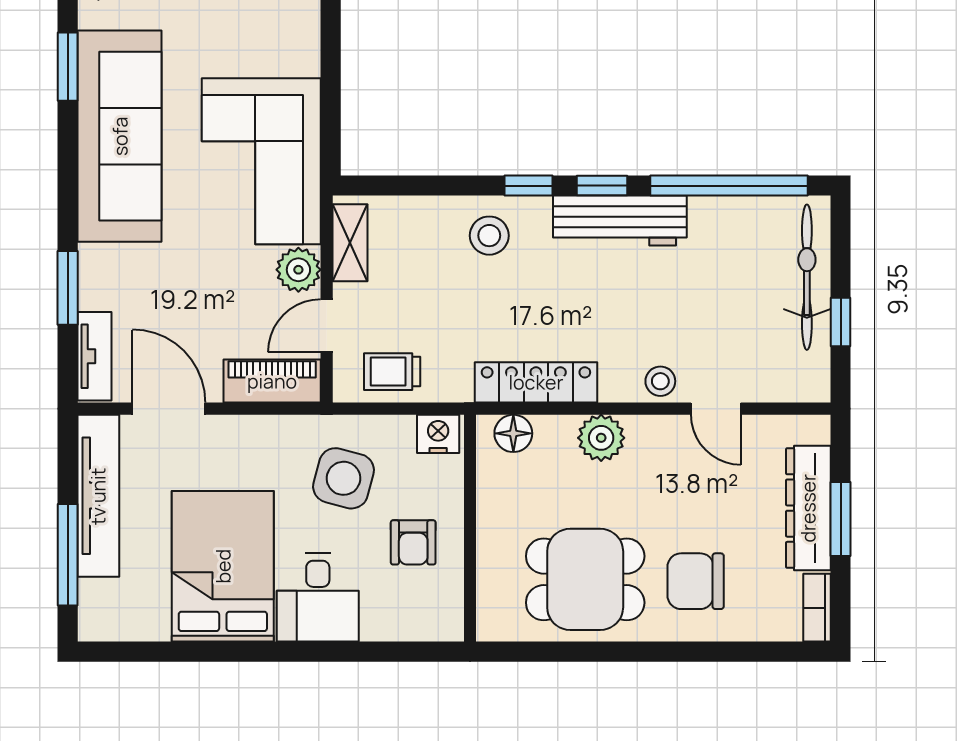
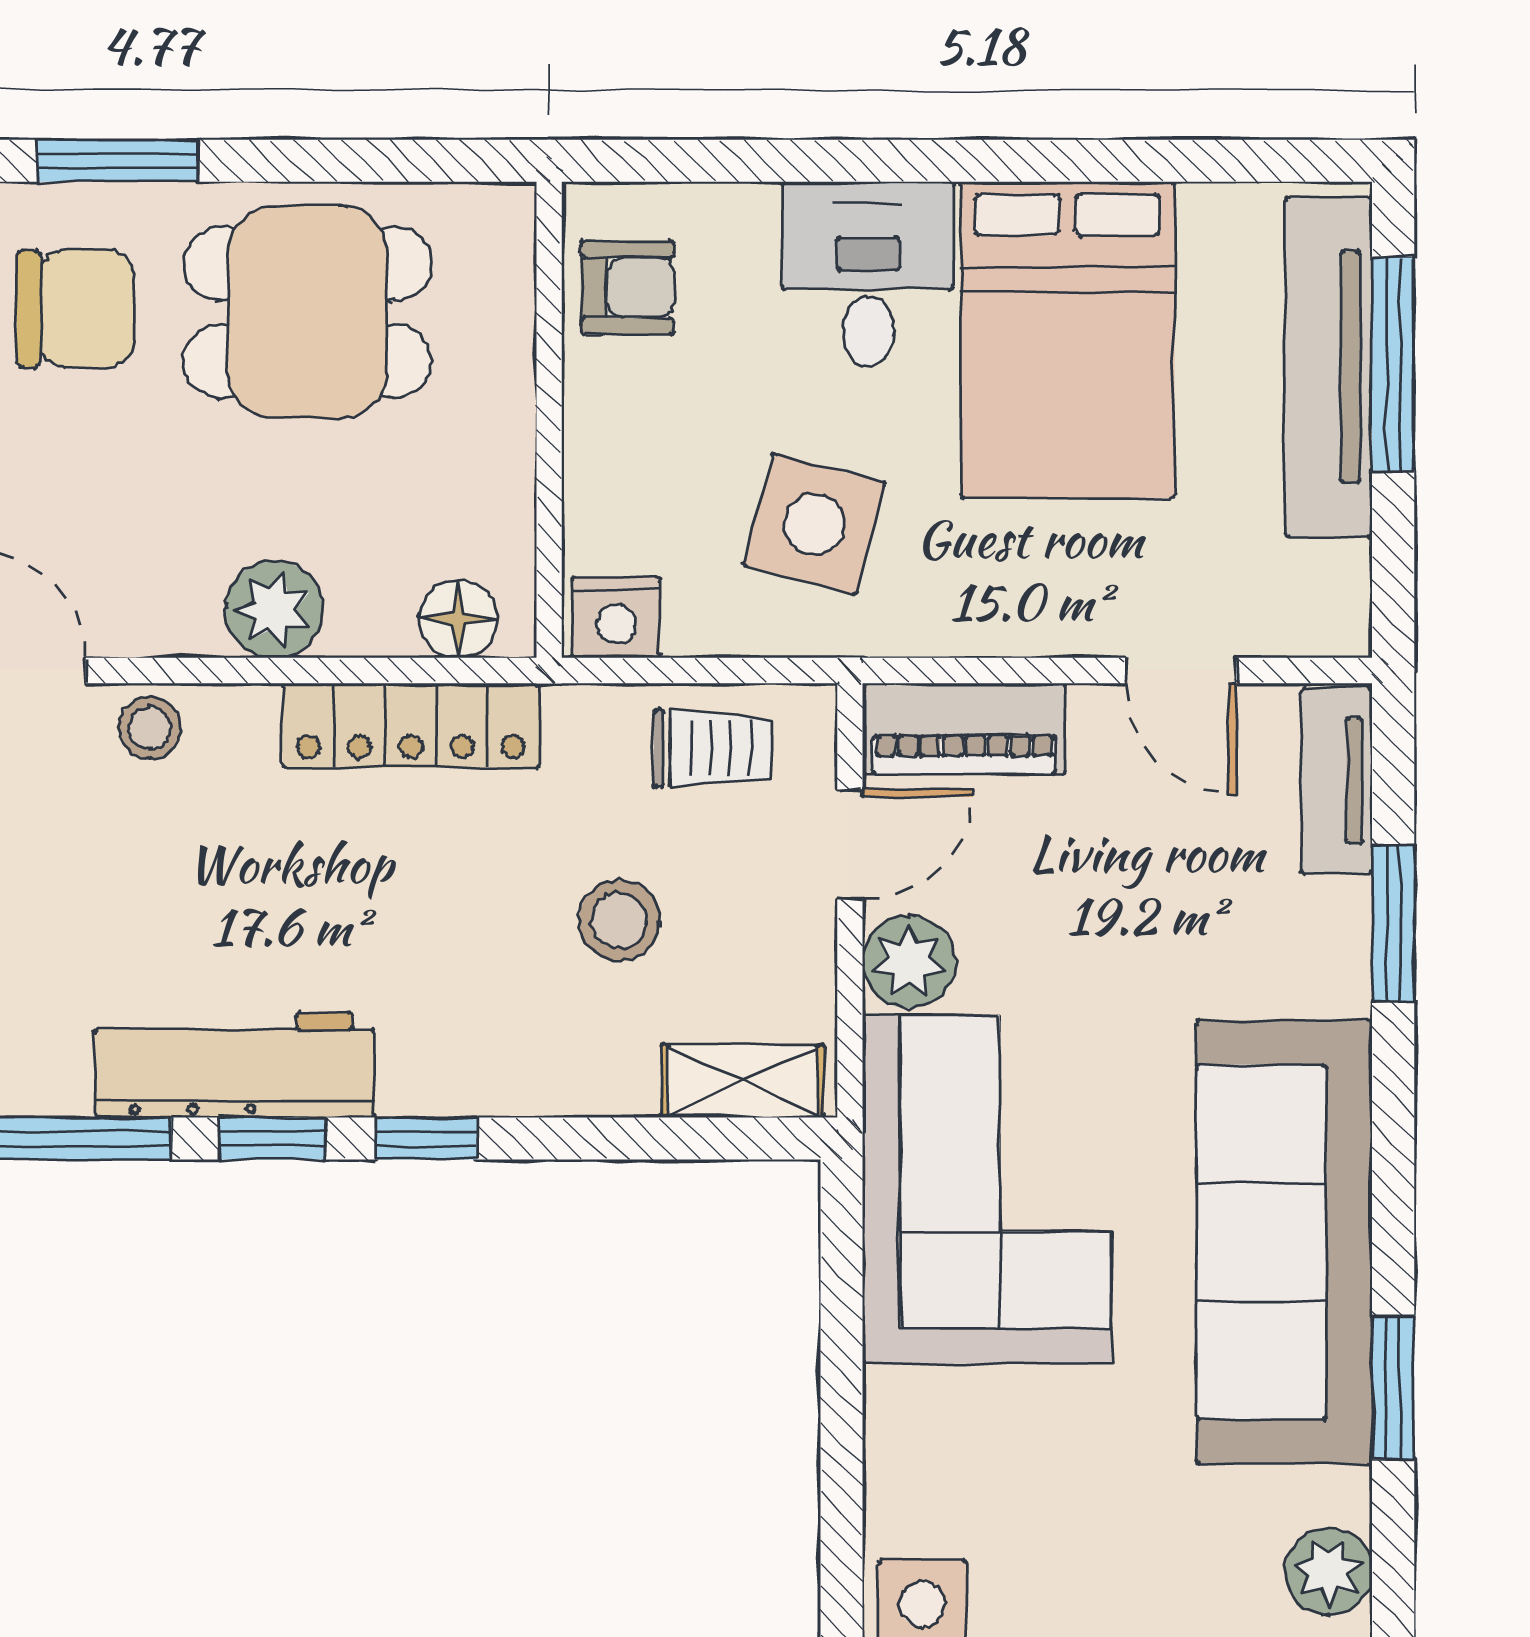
stool: (489, 236) -> (619, 921), moved
shelving: (350, 243) -> (742, 1081), moved, turned 90
door: (169, 409) -> (1181, 670), width x0.73
tv unit: (98, 496) -> (1329, 367), moved
armchair: (413, 542) -> (628, 288), moved, turned 90
window: (676, 652) -> (118, 161), added

